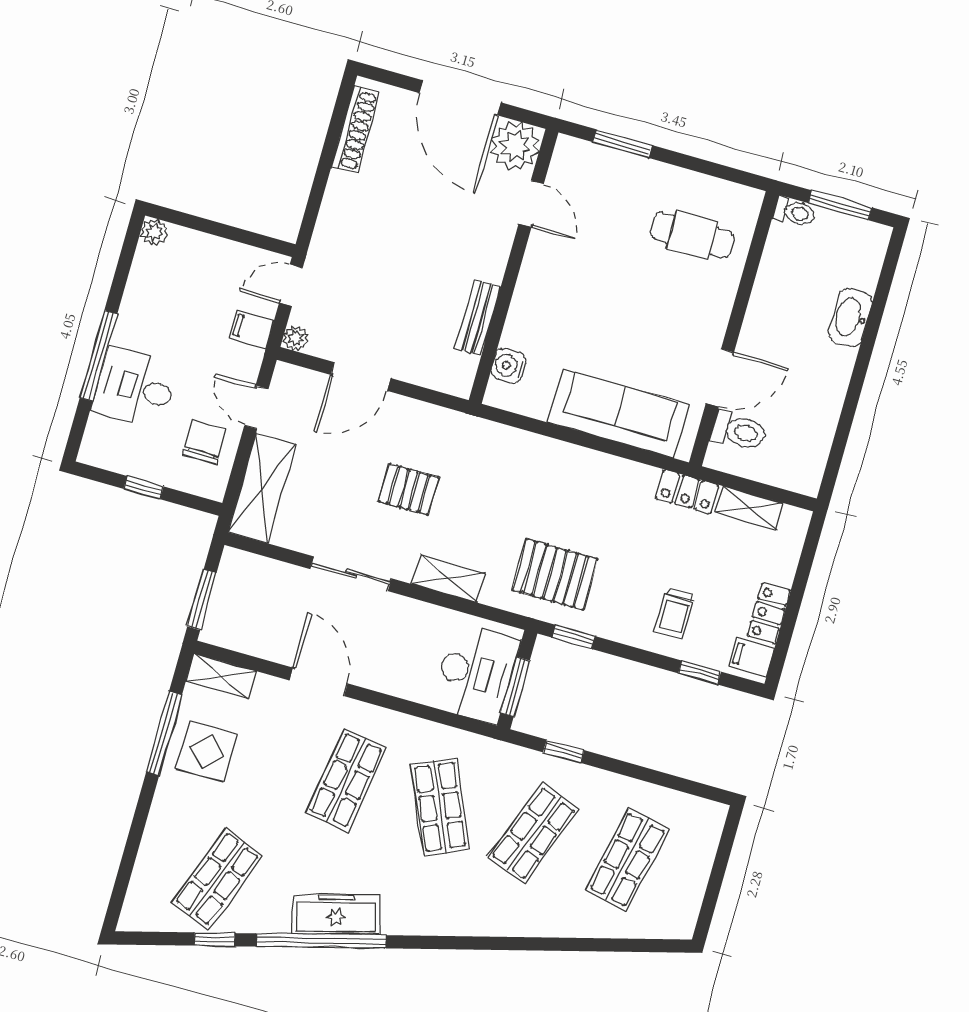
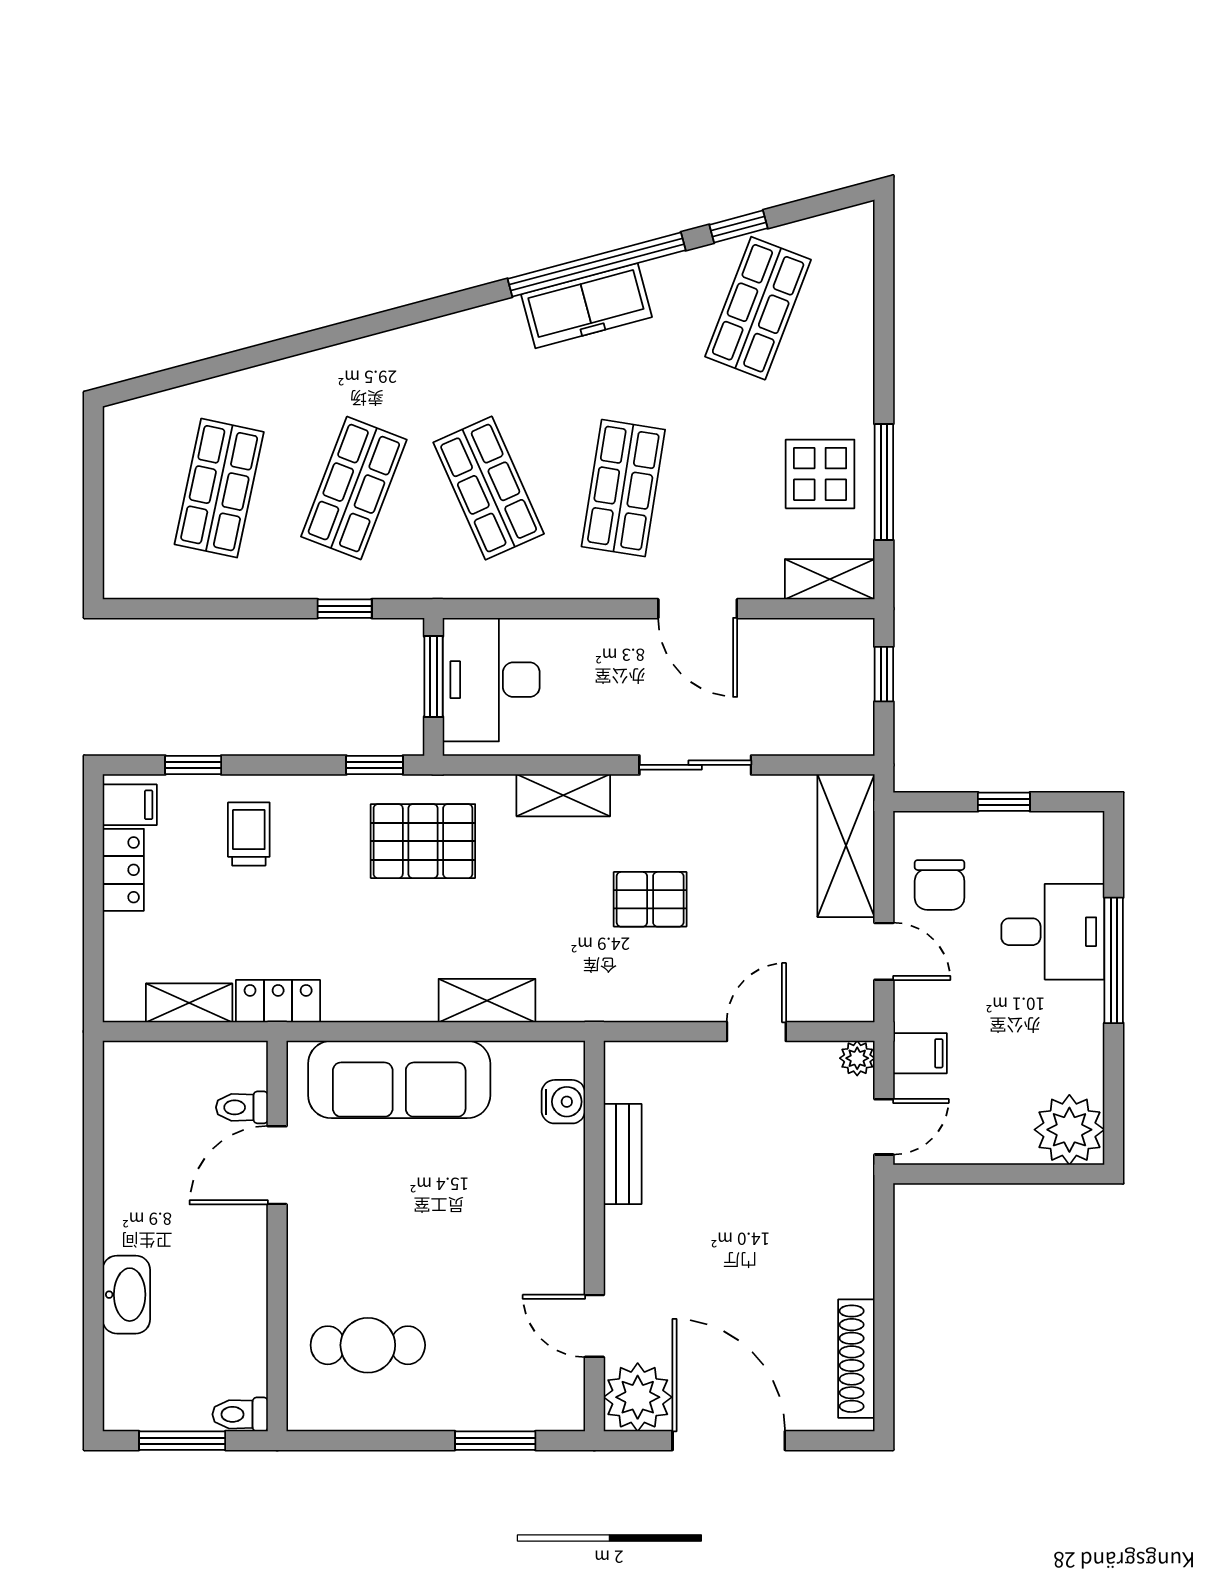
plant: (154, 232) -> (1069, 1130), width x1.87, depth x1.87
door: (361, 377) -> (756, 1032), width x0.73
toilet: (739, 431) -> (242, 1107), width x0.73, depth x0.72
shelving: (542, 451) -> (487, 1001), added
window: (202, 600) -> (884, 674), width x0.67

